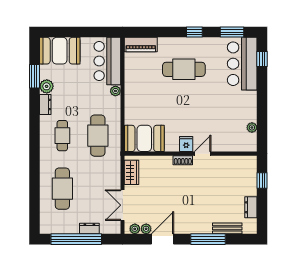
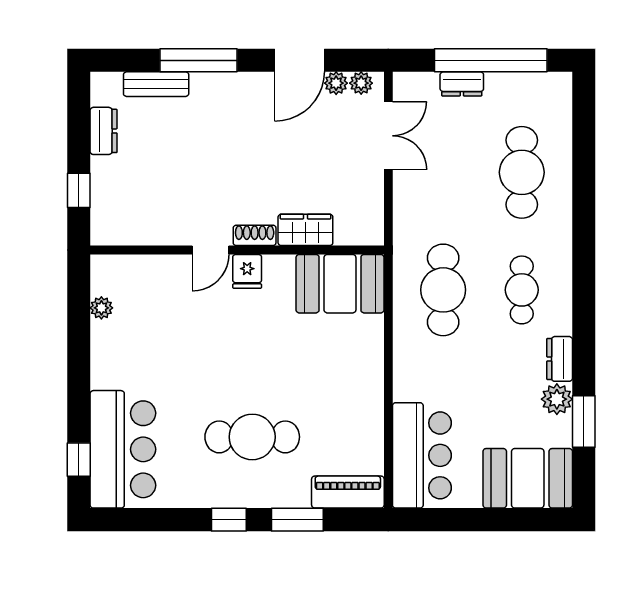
window: (232, 32) -> (297, 520), moved
plant: (115, 91) -> (404, 389), removed
wardrobe: (132, 172) -> (305, 230), moved, turned 90

